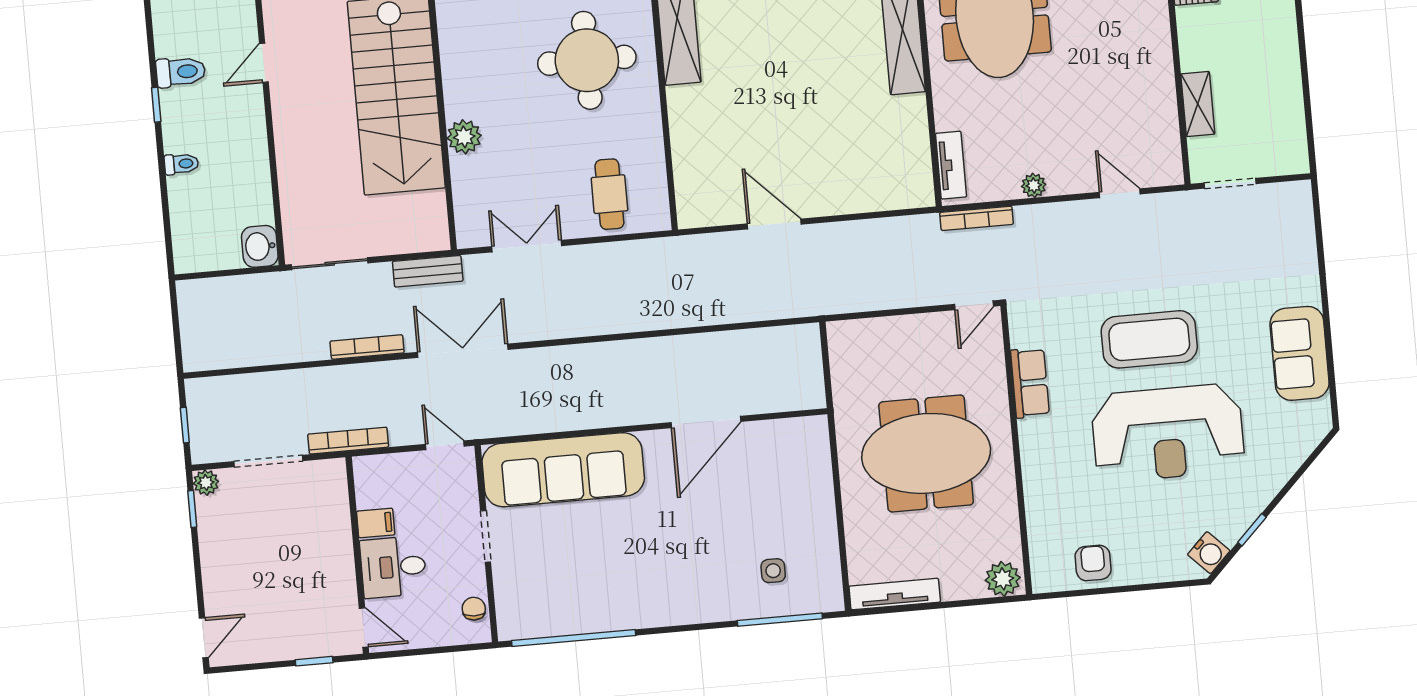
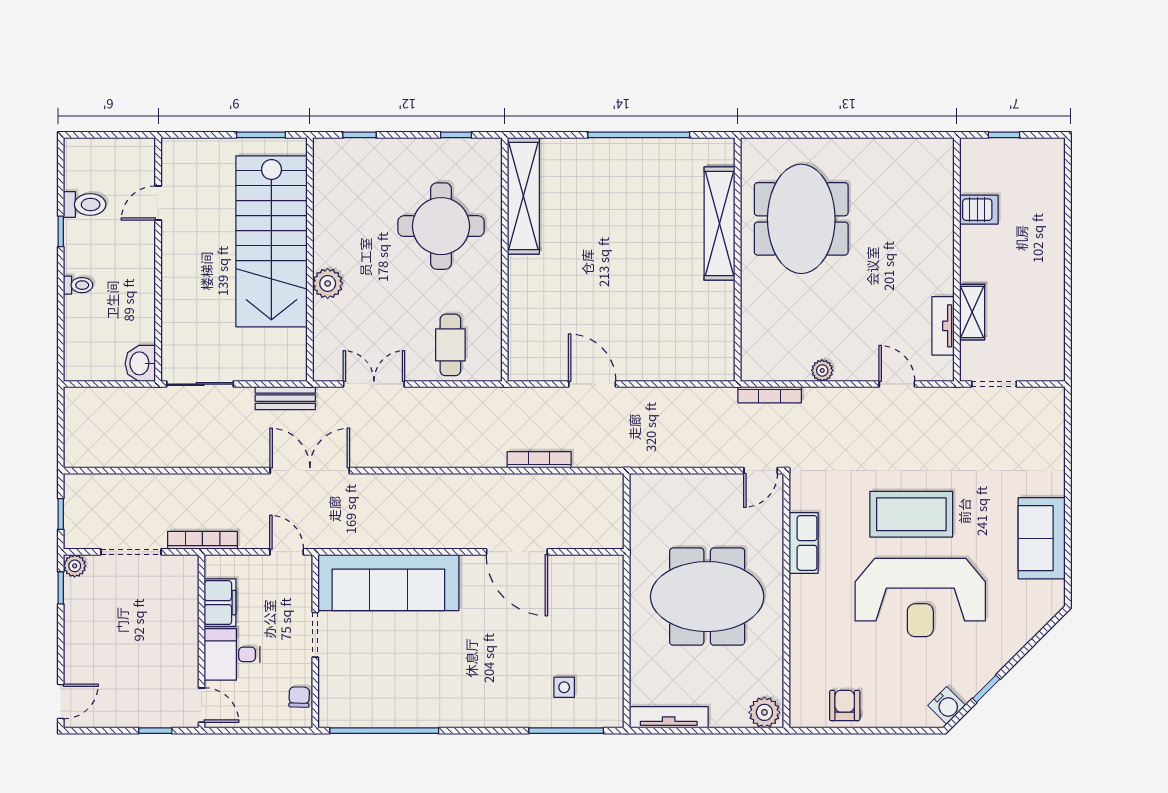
tv unit: (951, 165) -> (943, 326), moved, turned 180
bookcase: (367, 347) -> (539, 460), moved
door: (706, 422) -> (517, 552), hinge flipped
filing cabinet: (376, 523) -> (220, 603), width x2.00

